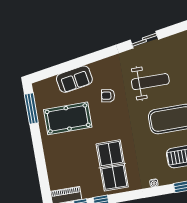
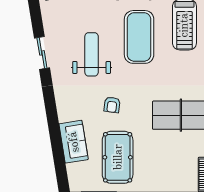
armchair: (108, 96) -> (112, 105), moved

